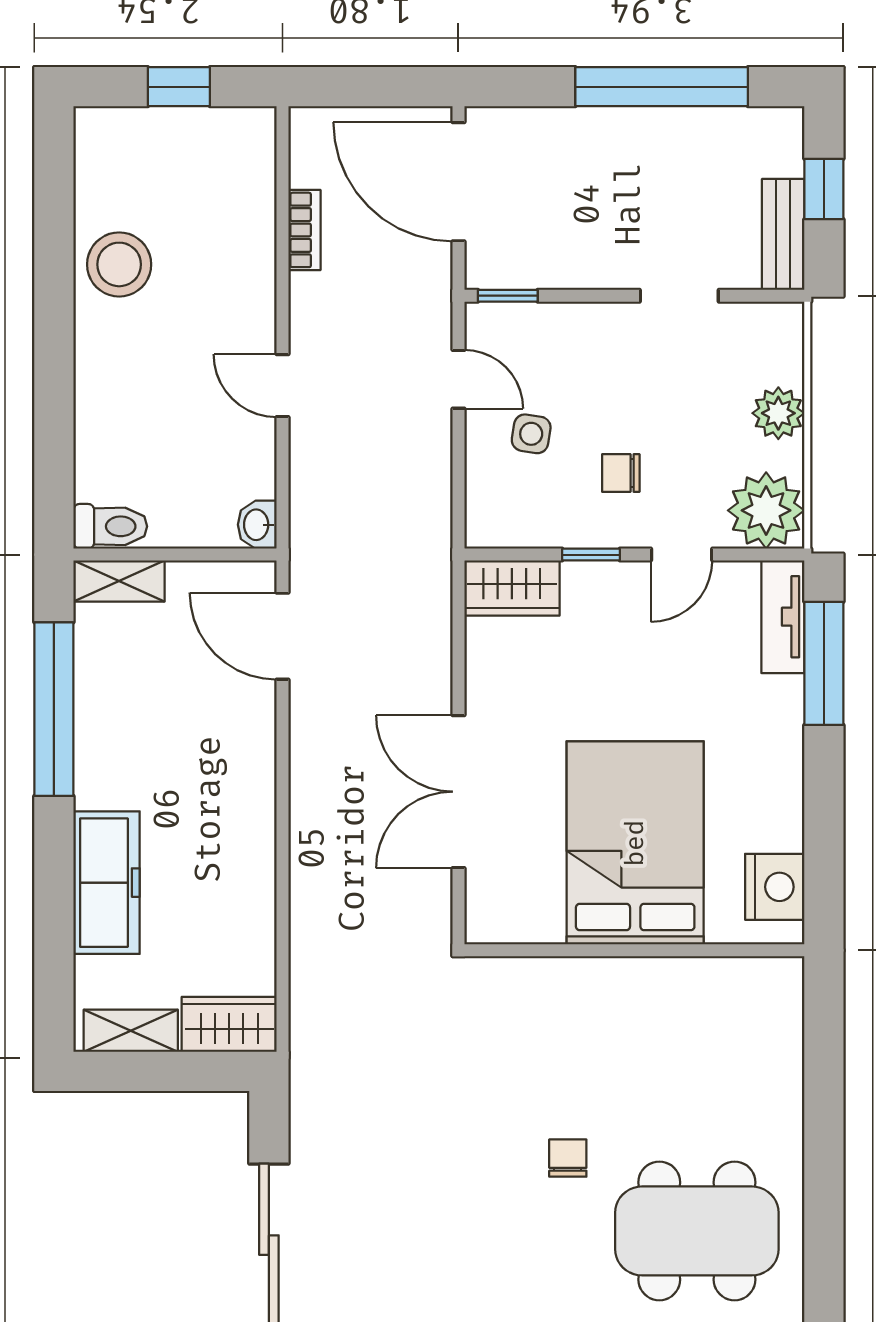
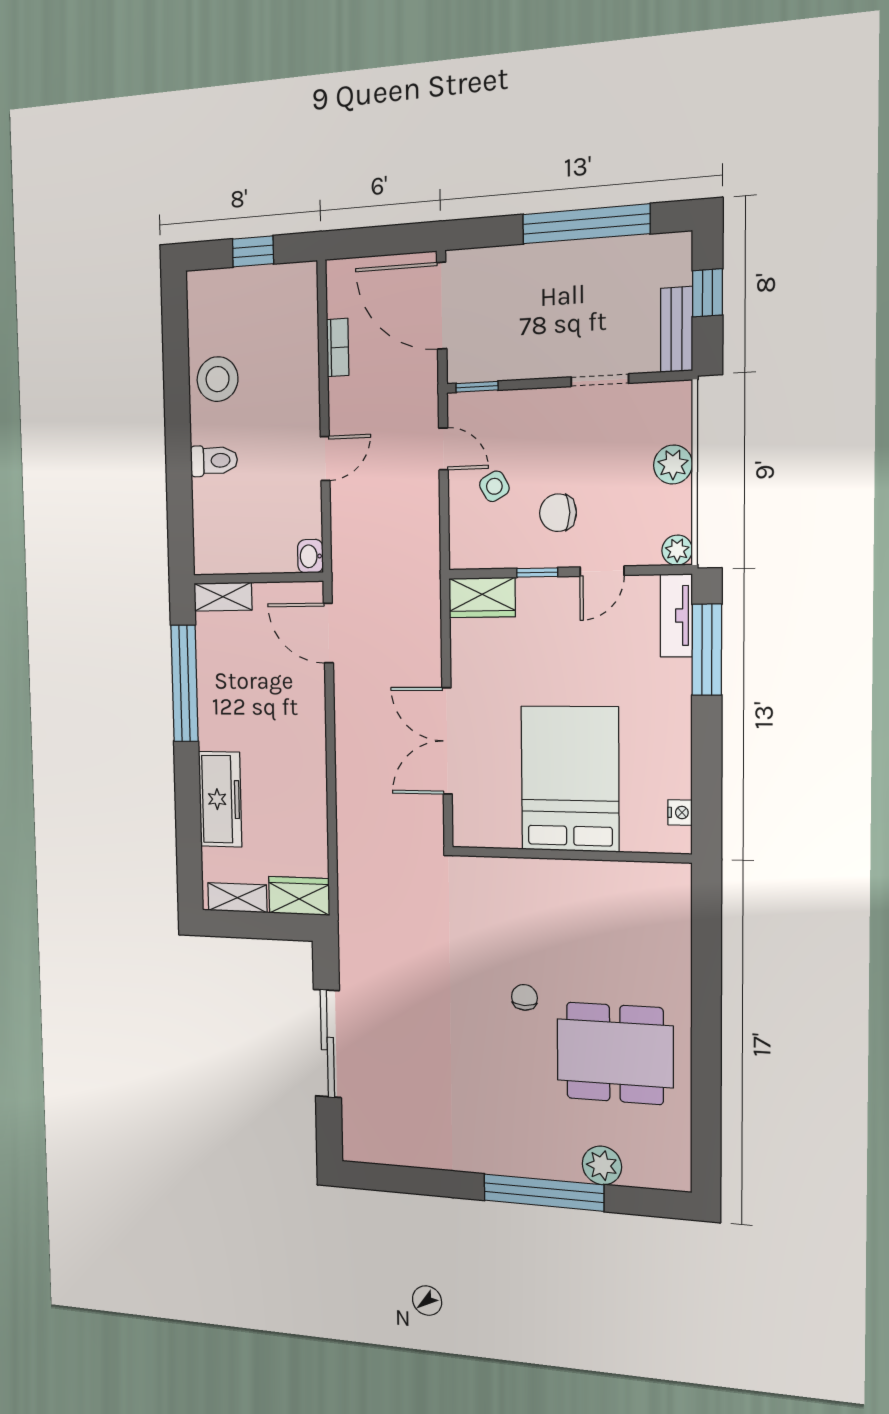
door: (283, 386) -> (325, 459), swing flipped
side table: (531, 434) -> (494, 486), turned -38
chair: (621, 473) -> (558, 513), width x1.37, depth x1.37
plant: (766, 510) -> (677, 550), width x0.53, depth x0.53
toilet: (110, 526) -> (214, 461), moved
nightstand: (775, 887) -> (680, 812), width x0.53, depth x0.56

